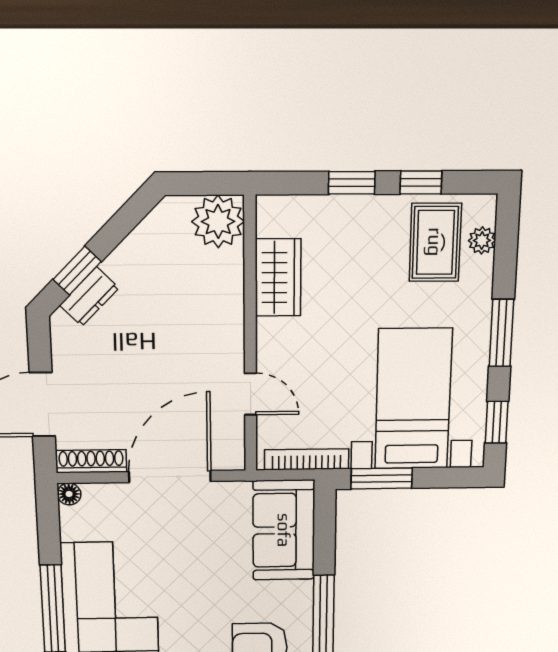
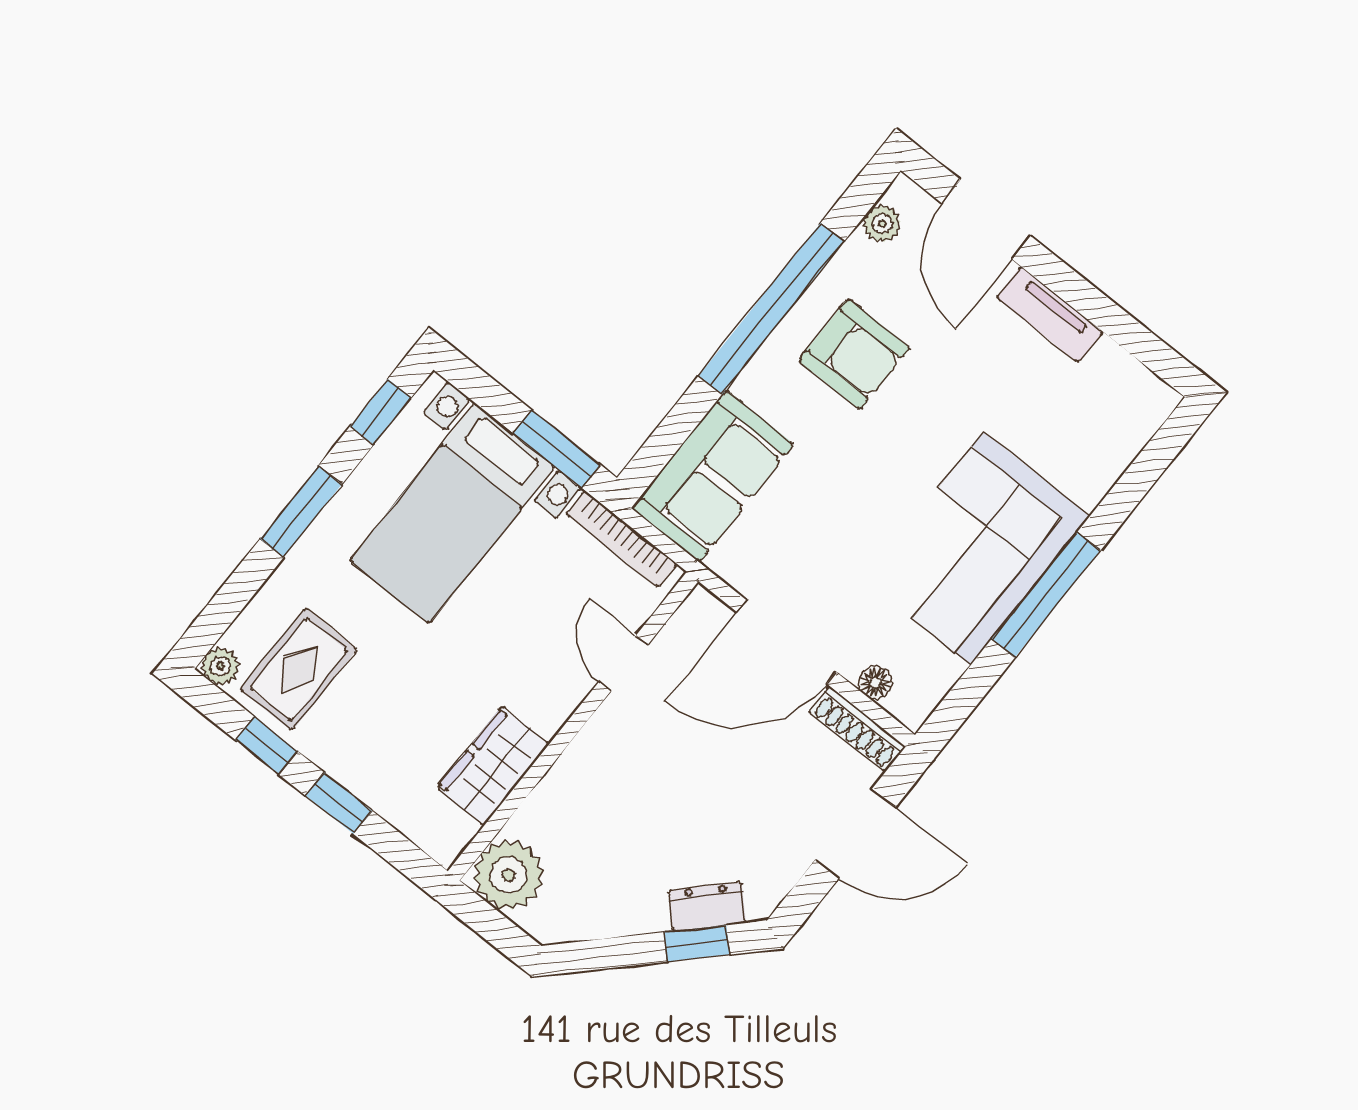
plant: (482, 240) -> (220, 666), moved
floor lamp: (69, 494) -> (876, 682), moved

